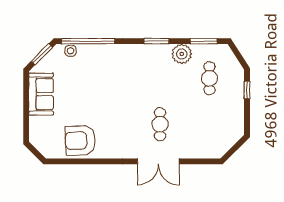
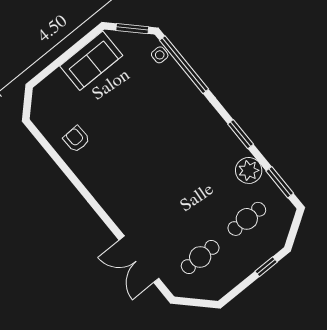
cafe table: (160, 124) -> (200, 257), moved
armchair: (80, 141) -> (76, 139), width x0.53, depth x0.53
double door: (158, 161) -> (139, 259), moved

